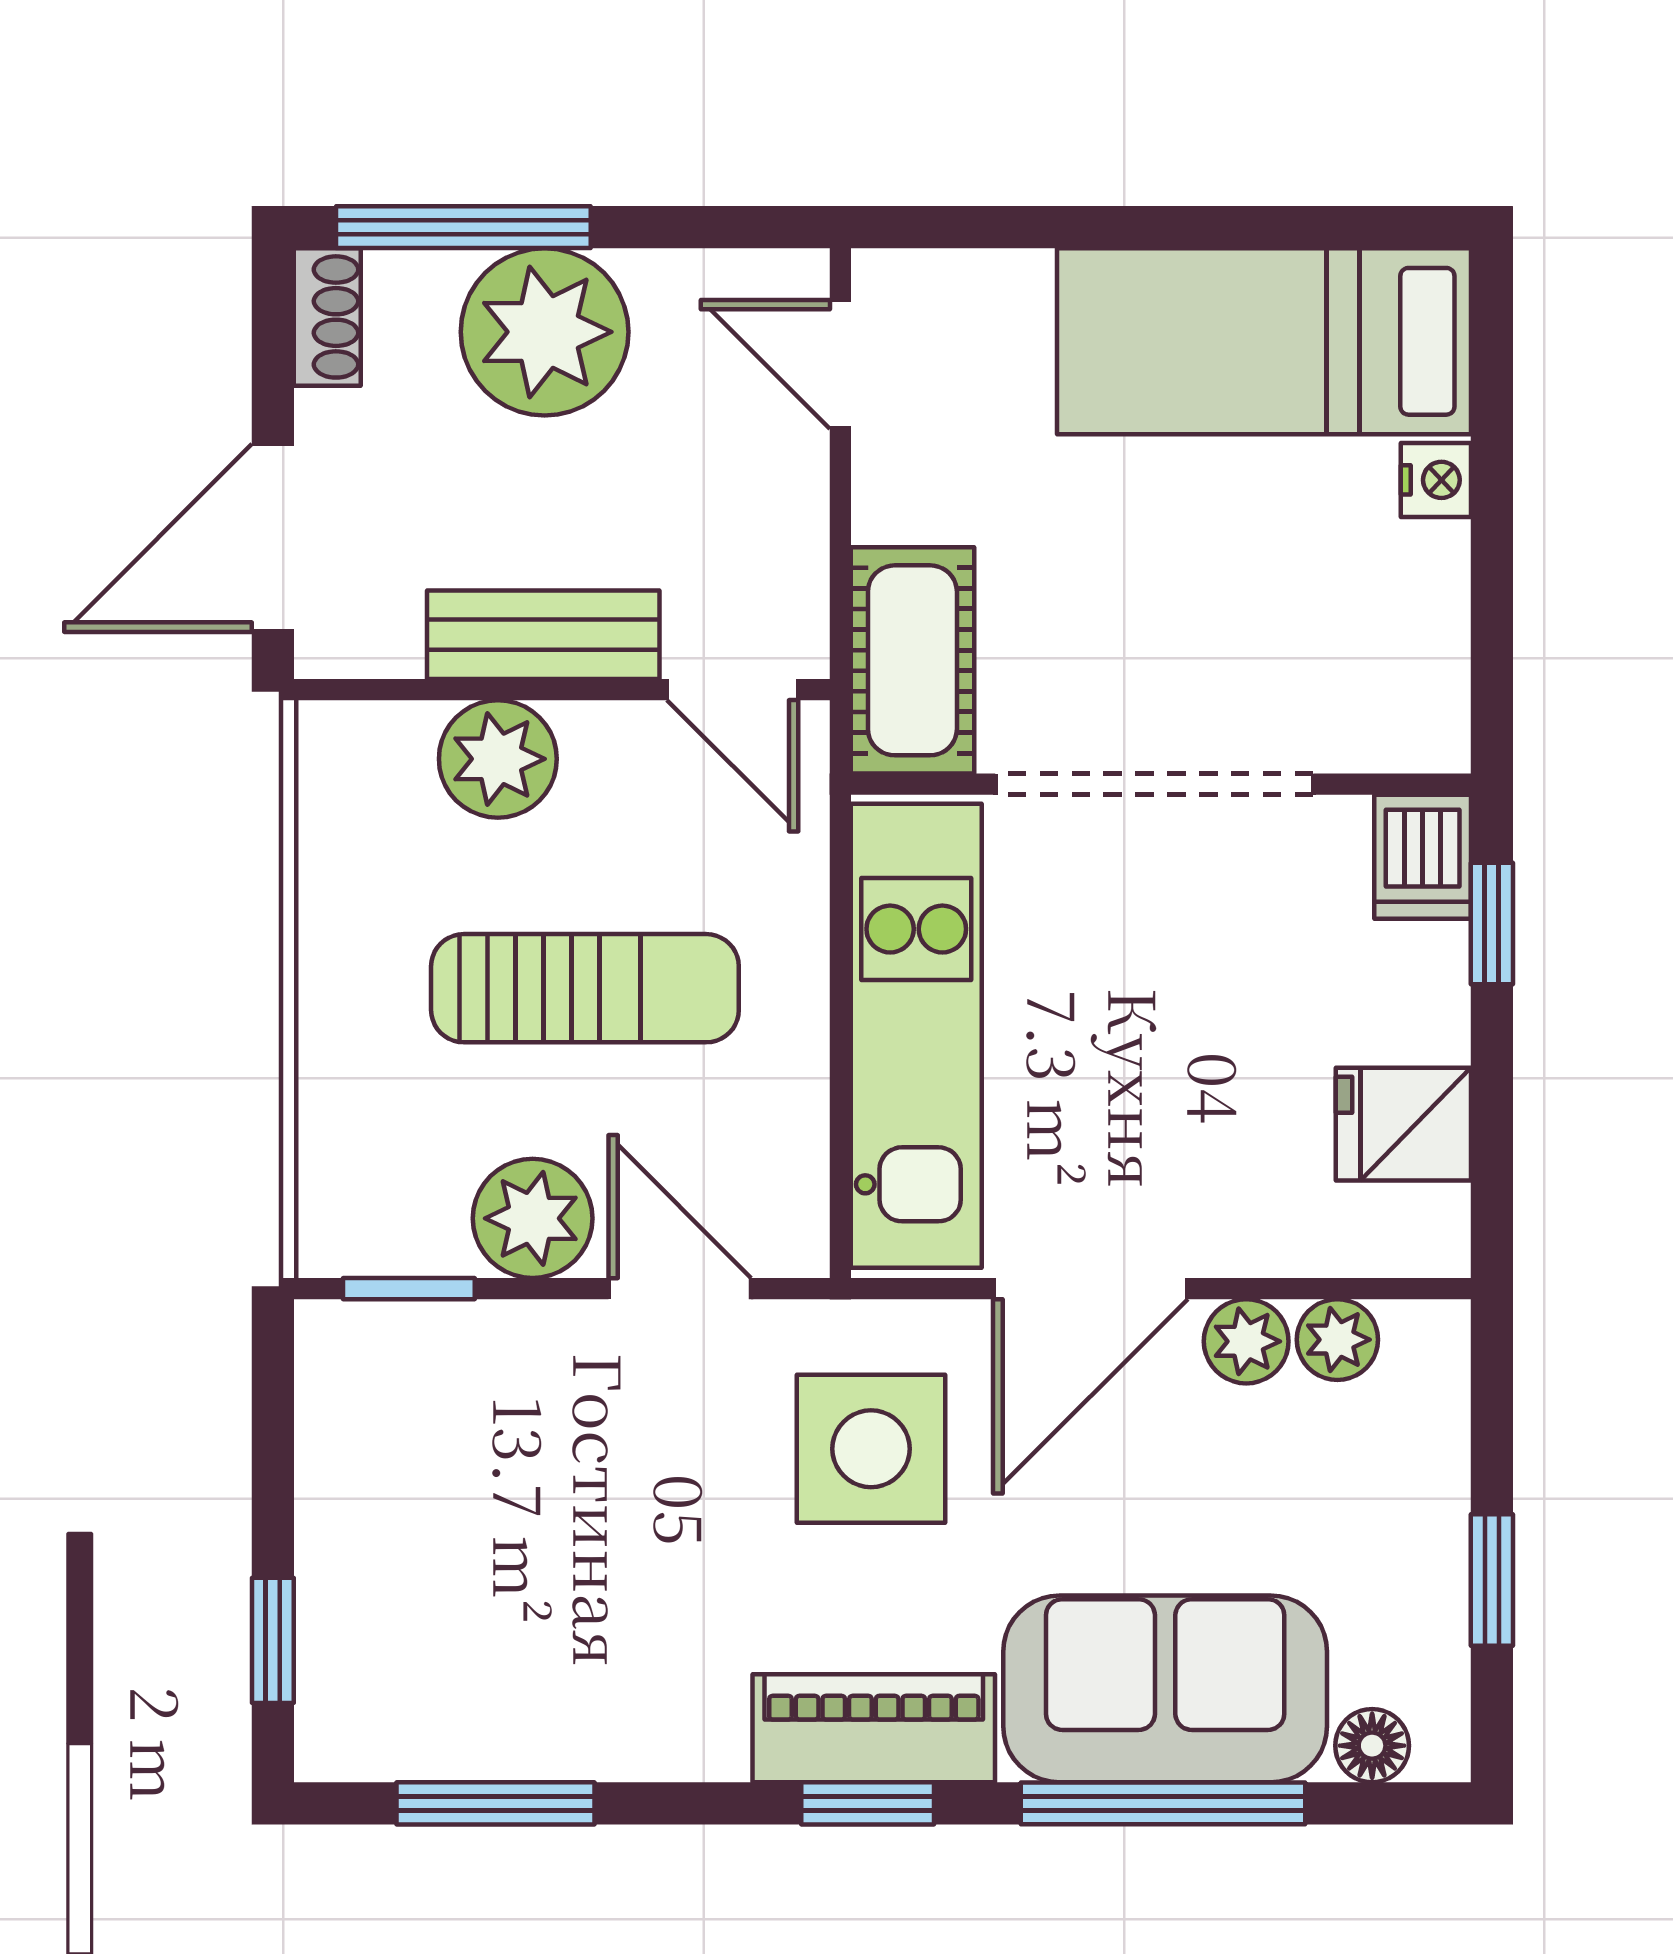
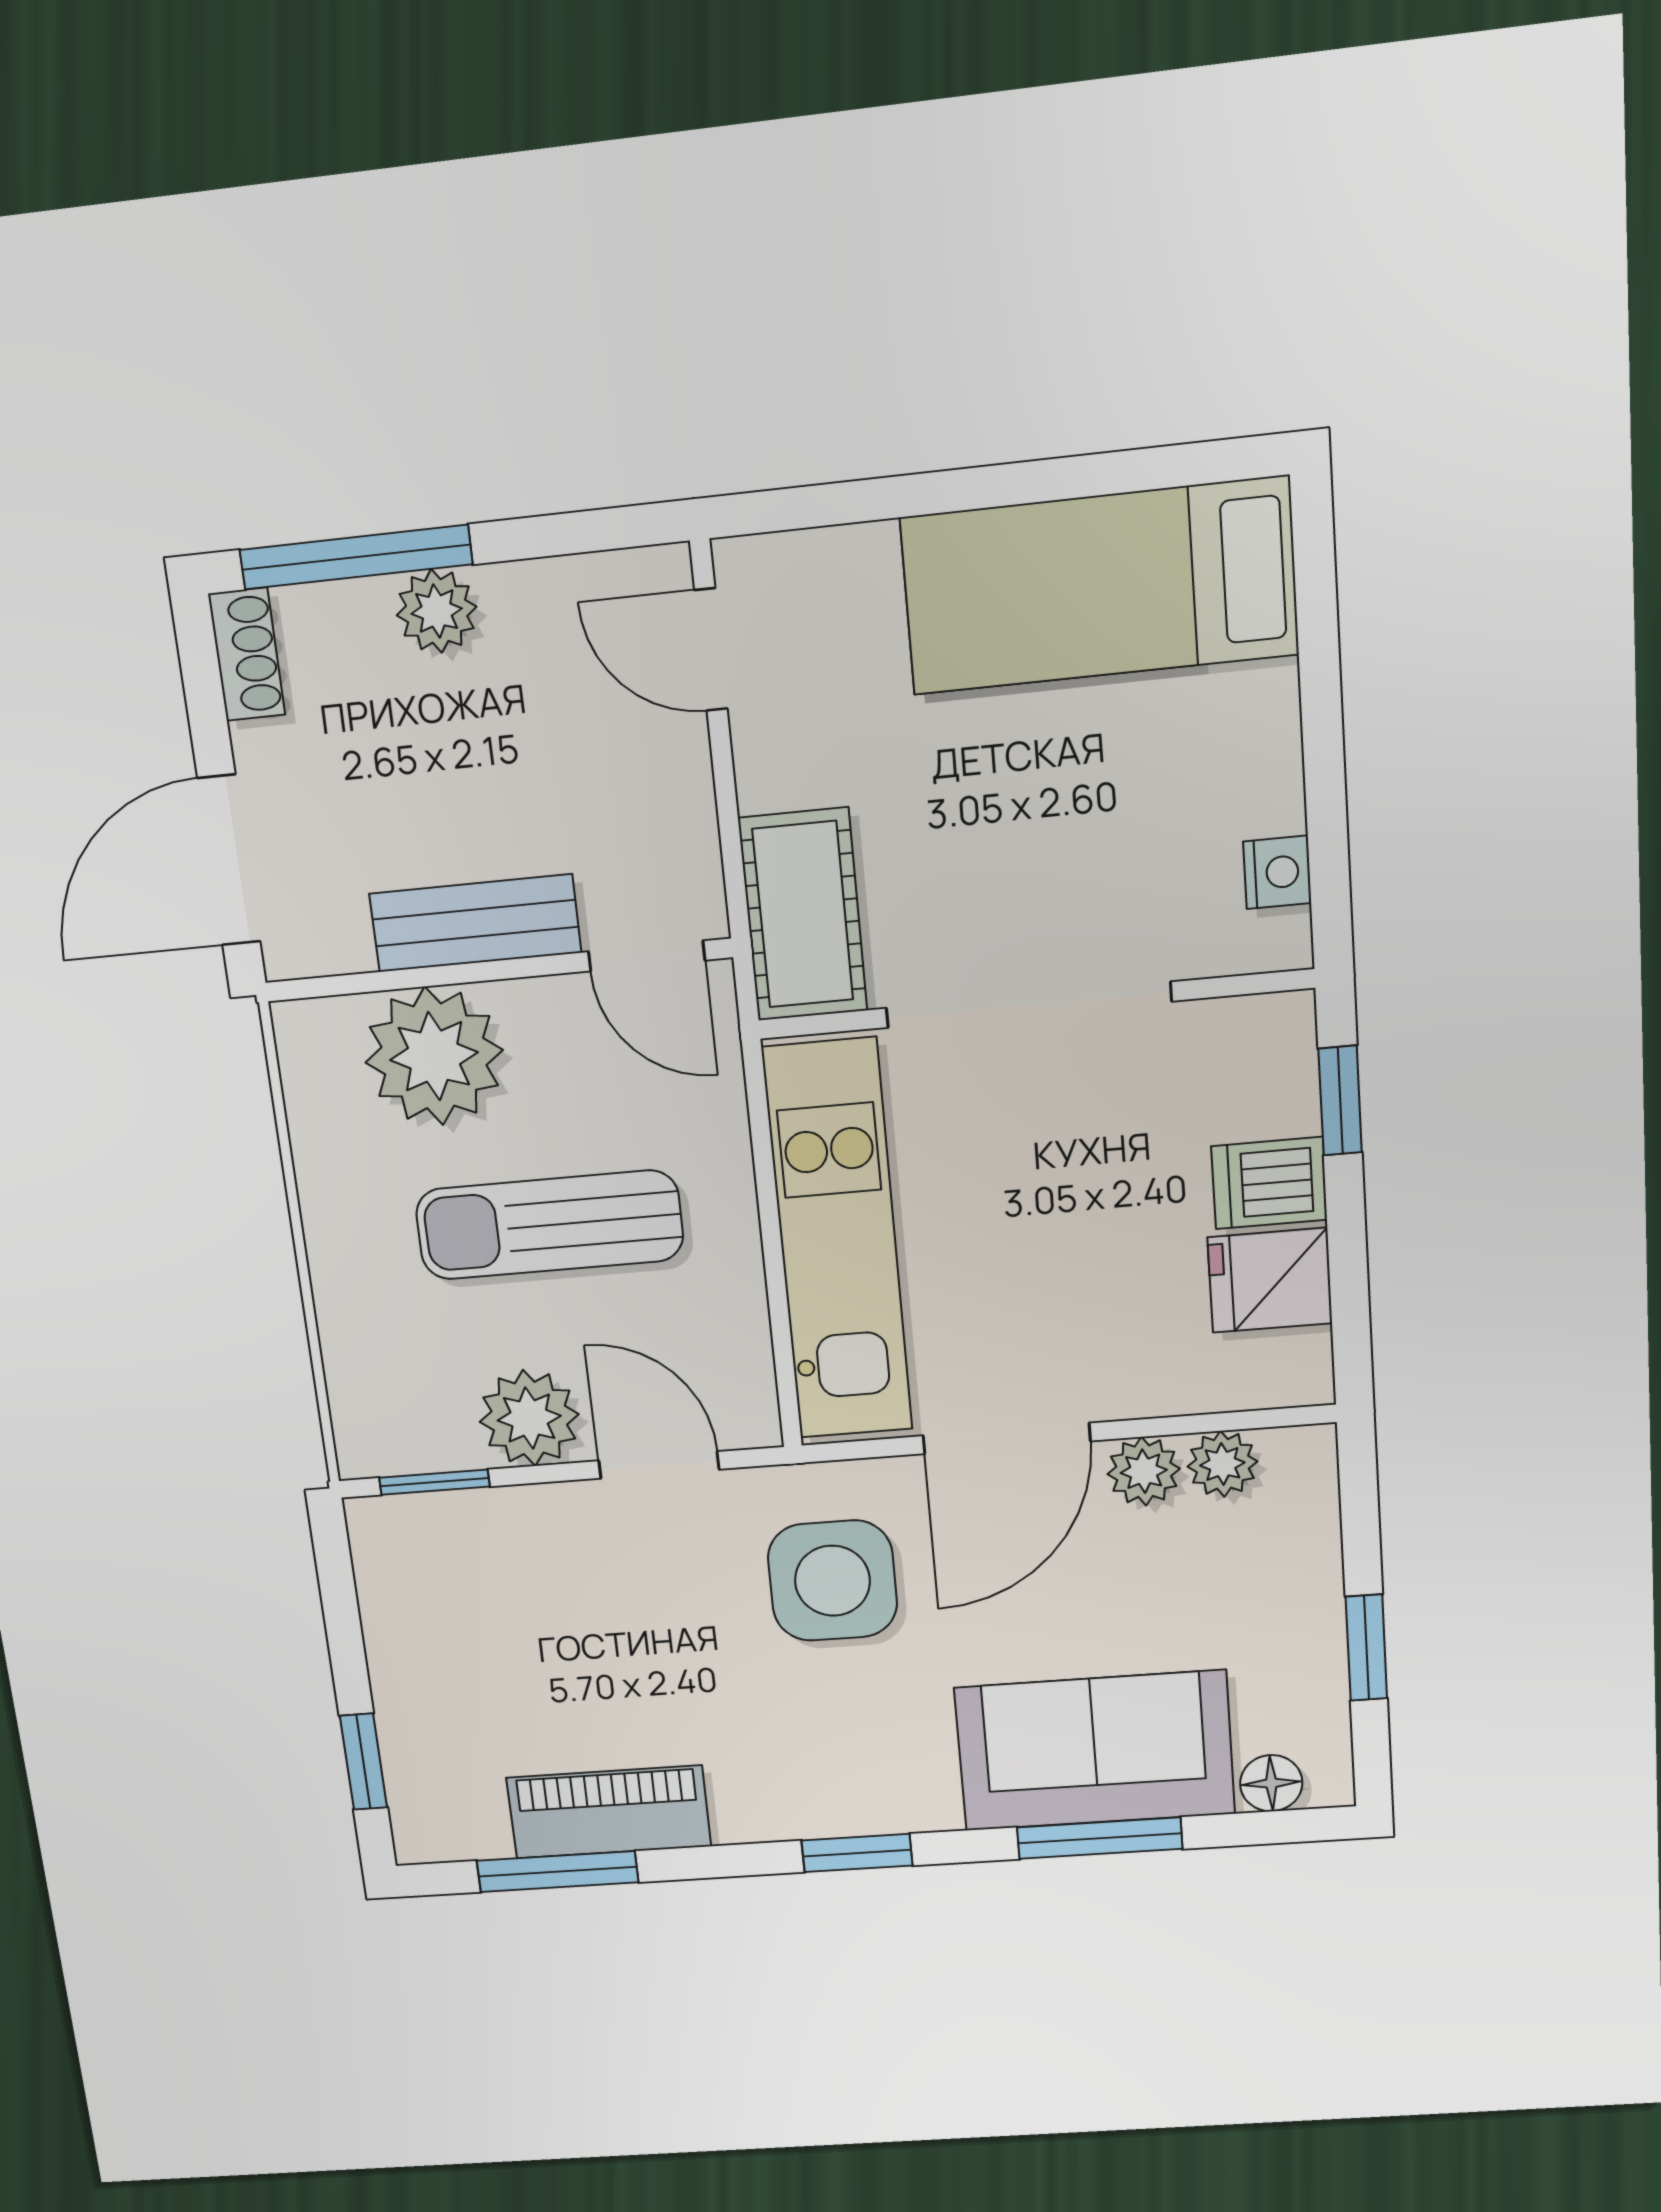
plant: (545, 332) -> (437, 611), width x0.53, depth x0.53
nightstand: (1436, 480) -> (1277, 872), moved
plant: (498, 759) -> (434, 1056), width x1.36, depth x1.36
dishwasher: (1423, 857) -> (1269, 1183), moved, turned 90
sun lounger: (585, 988) -> (549, 1225), turned 180
piano: (874, 1728) -> (609, 1812), moved
window: (1163, 1803) -> (1100, 1838), width x0.69

